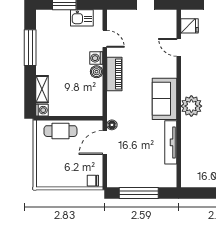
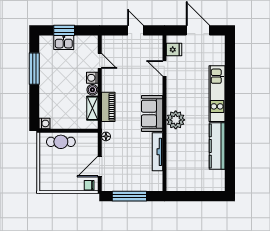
kitchen sink: (82, 18) -> (64, 43), moved
piano: (114, 74) -> (108, 107), moved
shelving: (42, 89) -> (92, 108), moved
door: (105, 143) -> (100, 166), moved

